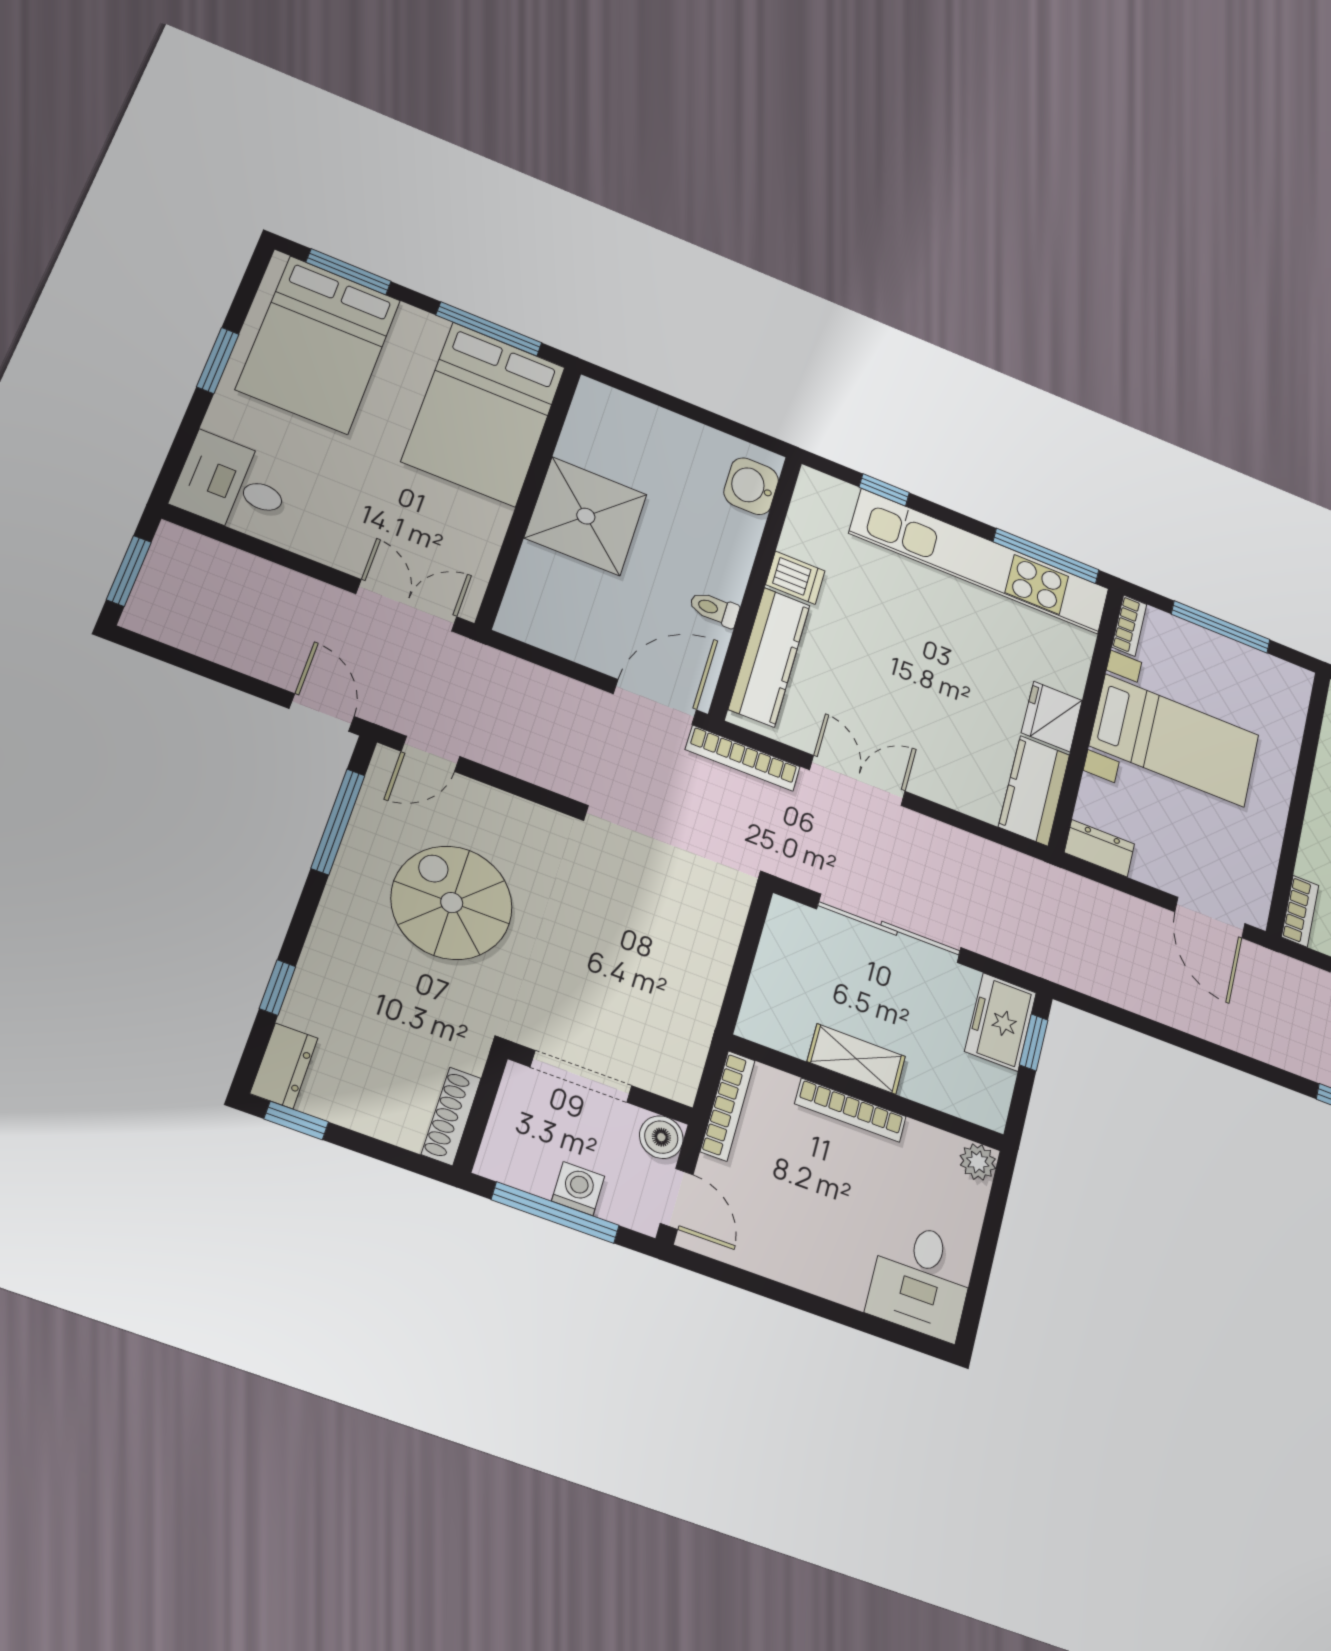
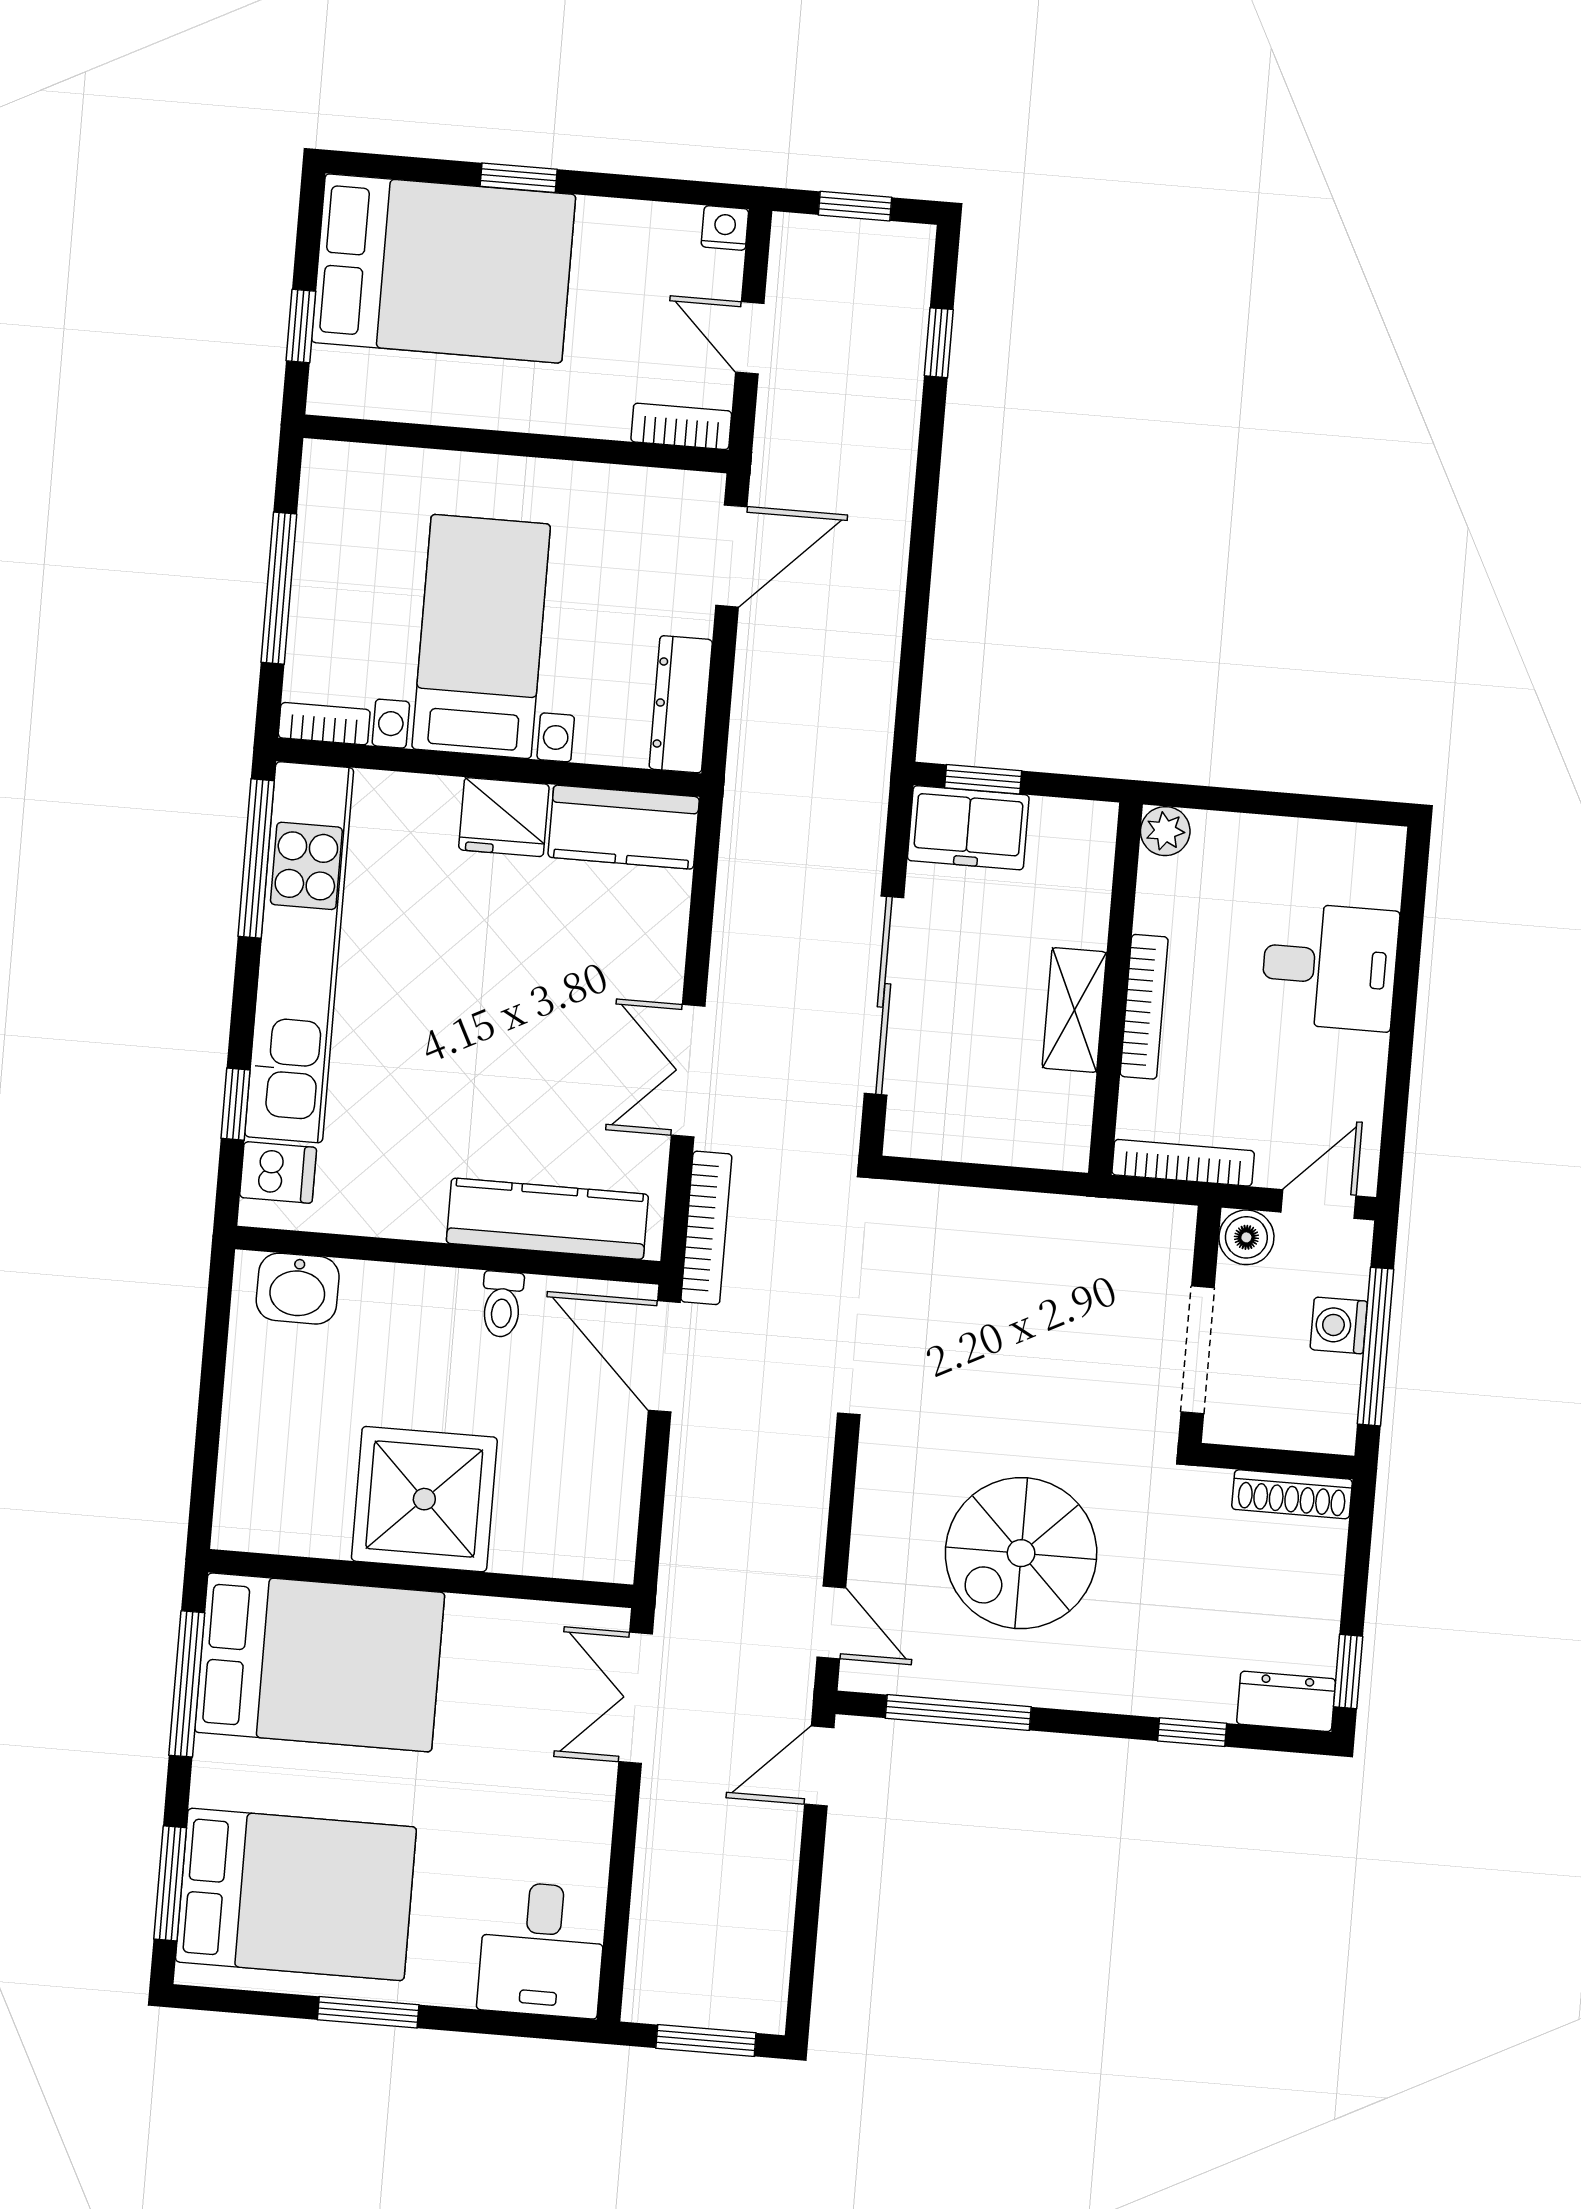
dishwasher: (795, 578) -> (278, 1172), moved, turned 90
dresser: (1099, 848) -> (681, 704), width x1.44
desk: (921, 1280) -> (1330, 967), moved

